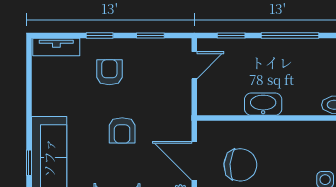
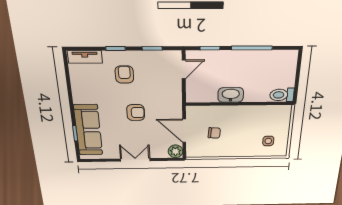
armchair: (122, 130) -> (136, 113), turned -90
chair: (240, 165) -> (214, 133), width x0.54, depth x0.54

